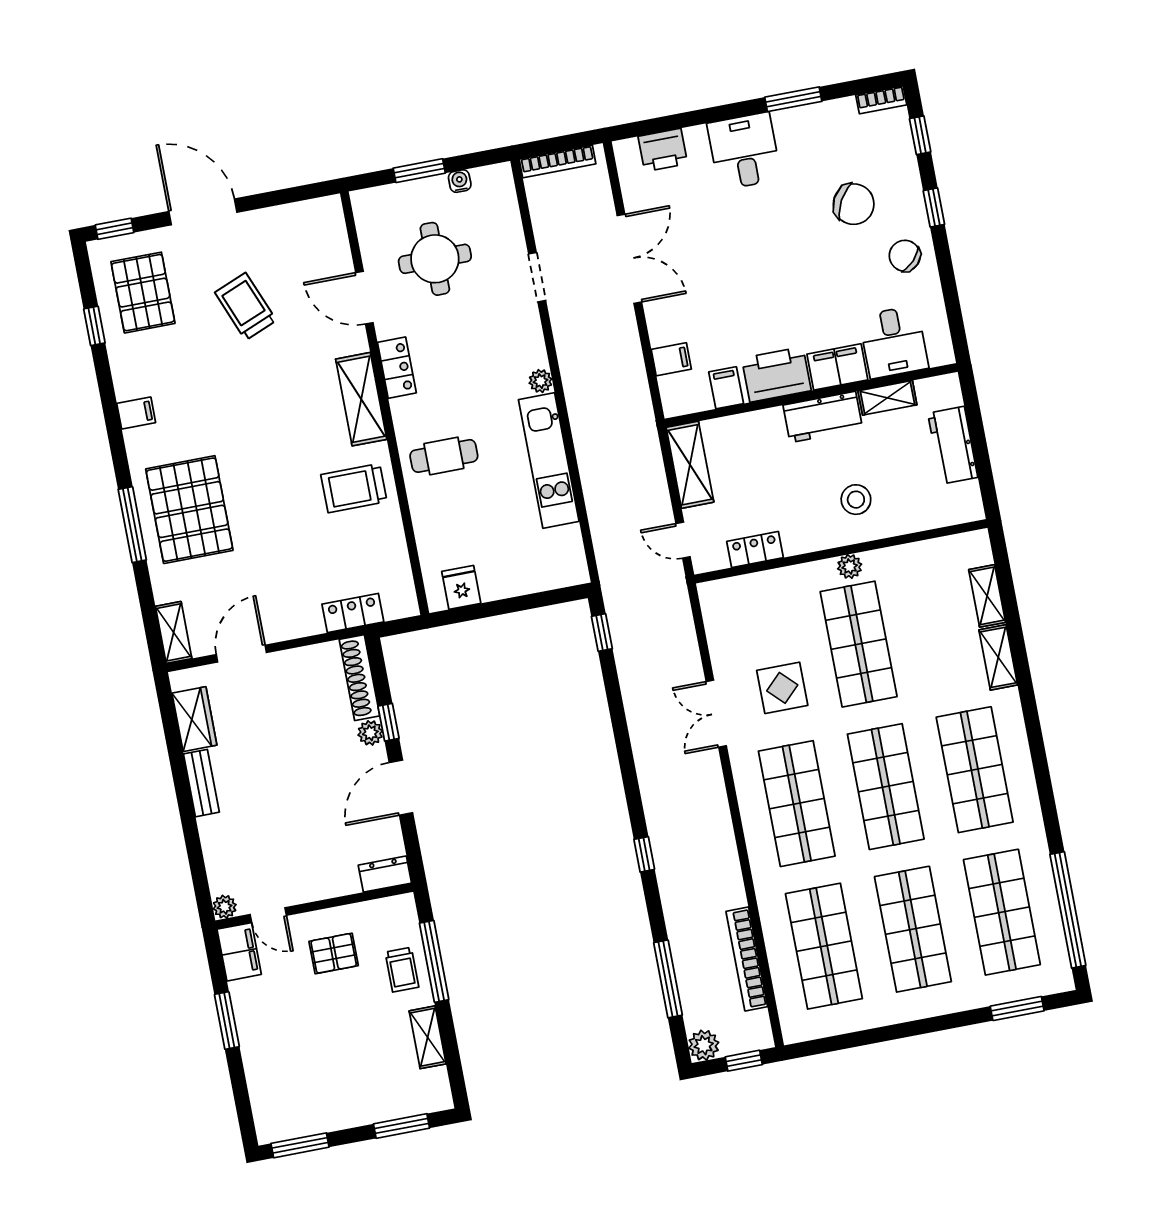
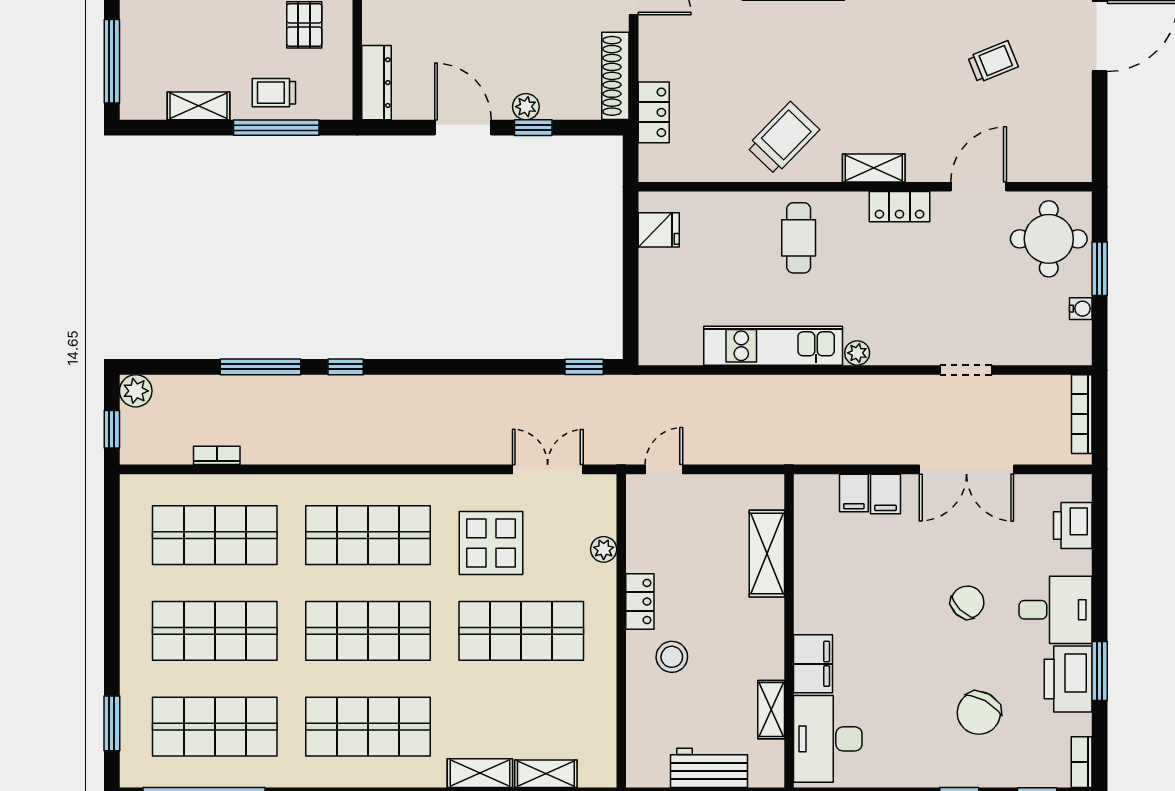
chair: (905, 256) -> (967, 602), moved
round table: (435, 259) -> (1049, 239), moved
trolley: (246, 306) -> (993, 62), width x0.73, depth x0.72
desk: (894, 342) -> (828, 739), width x1.37
printer: (776, 374) -> (1068, 679), moved, turned 180
filing cabinet: (726, 388) -> (885, 494), moved, turned 90
shelving: (361, 399) -> (874, 168), width x0.67, depth x0.75
workbench: (823, 417) -> (764, 639), removed
shelving: (690, 465) -> (767, 554), moved, turned 90
trolley: (354, 488) -> (783, 138), turned 44
locker: (755, 550) -> (640, 602), moved
plant: (850, 566) -> (604, 549), moved
shoe rack: (359, 678) -> (615, 76), moved, turned -90
display table: (782, 688) -> (491, 543), width x1.36, depth x1.36
double door: (716, 714) -> (548, 469), moved
dresser: (385, 874) -> (376, 83), width x1.44
bookcase: (747, 959) -> (217, 455), width x0.43, depth x0.76
window: (668, 979) -> (260, 367), moved
window: (402, 1126) -> (112, 61), width x1.44

